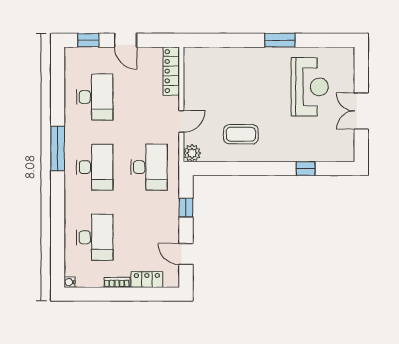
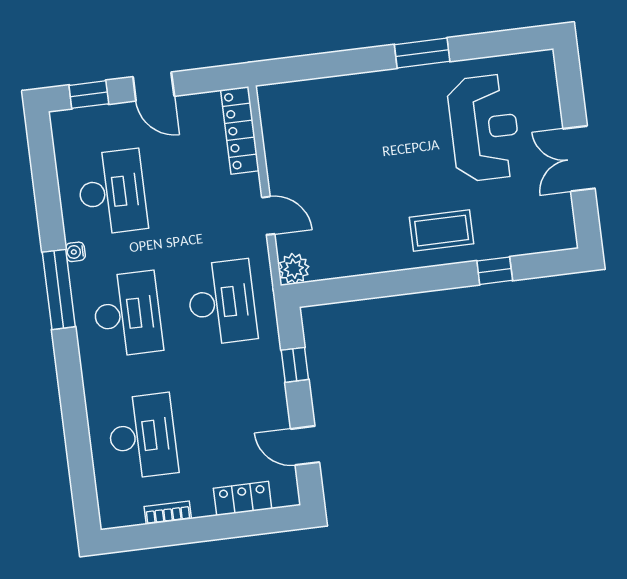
door: (181, 121) -> (268, 216), hinge flipped
coffee table: (241, 134) -> (442, 231), moved
water cooler: (70, 282) -> (75, 252), moved
bookcase: (117, 282) -> (168, 513), moved

